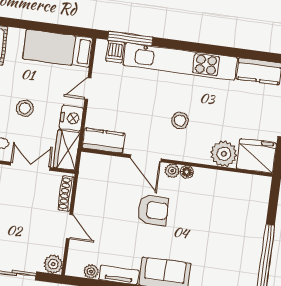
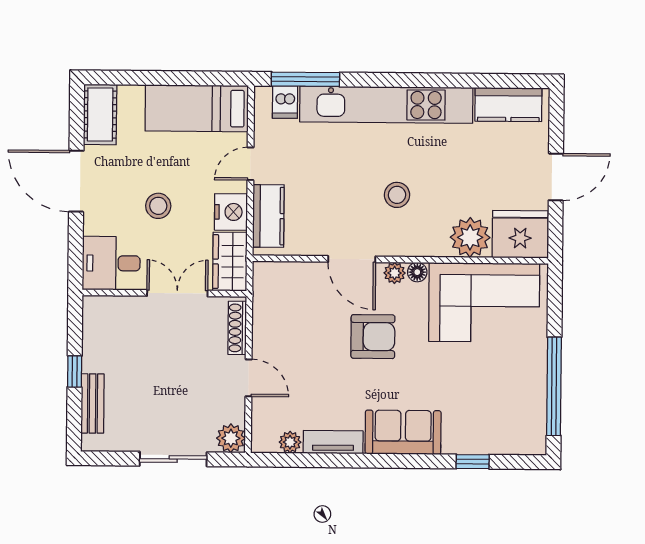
kitchen counter: (104, 141) -> (268, 216), moved, turned 90
corner sofa: (228, 197) -> (484, 302), added

